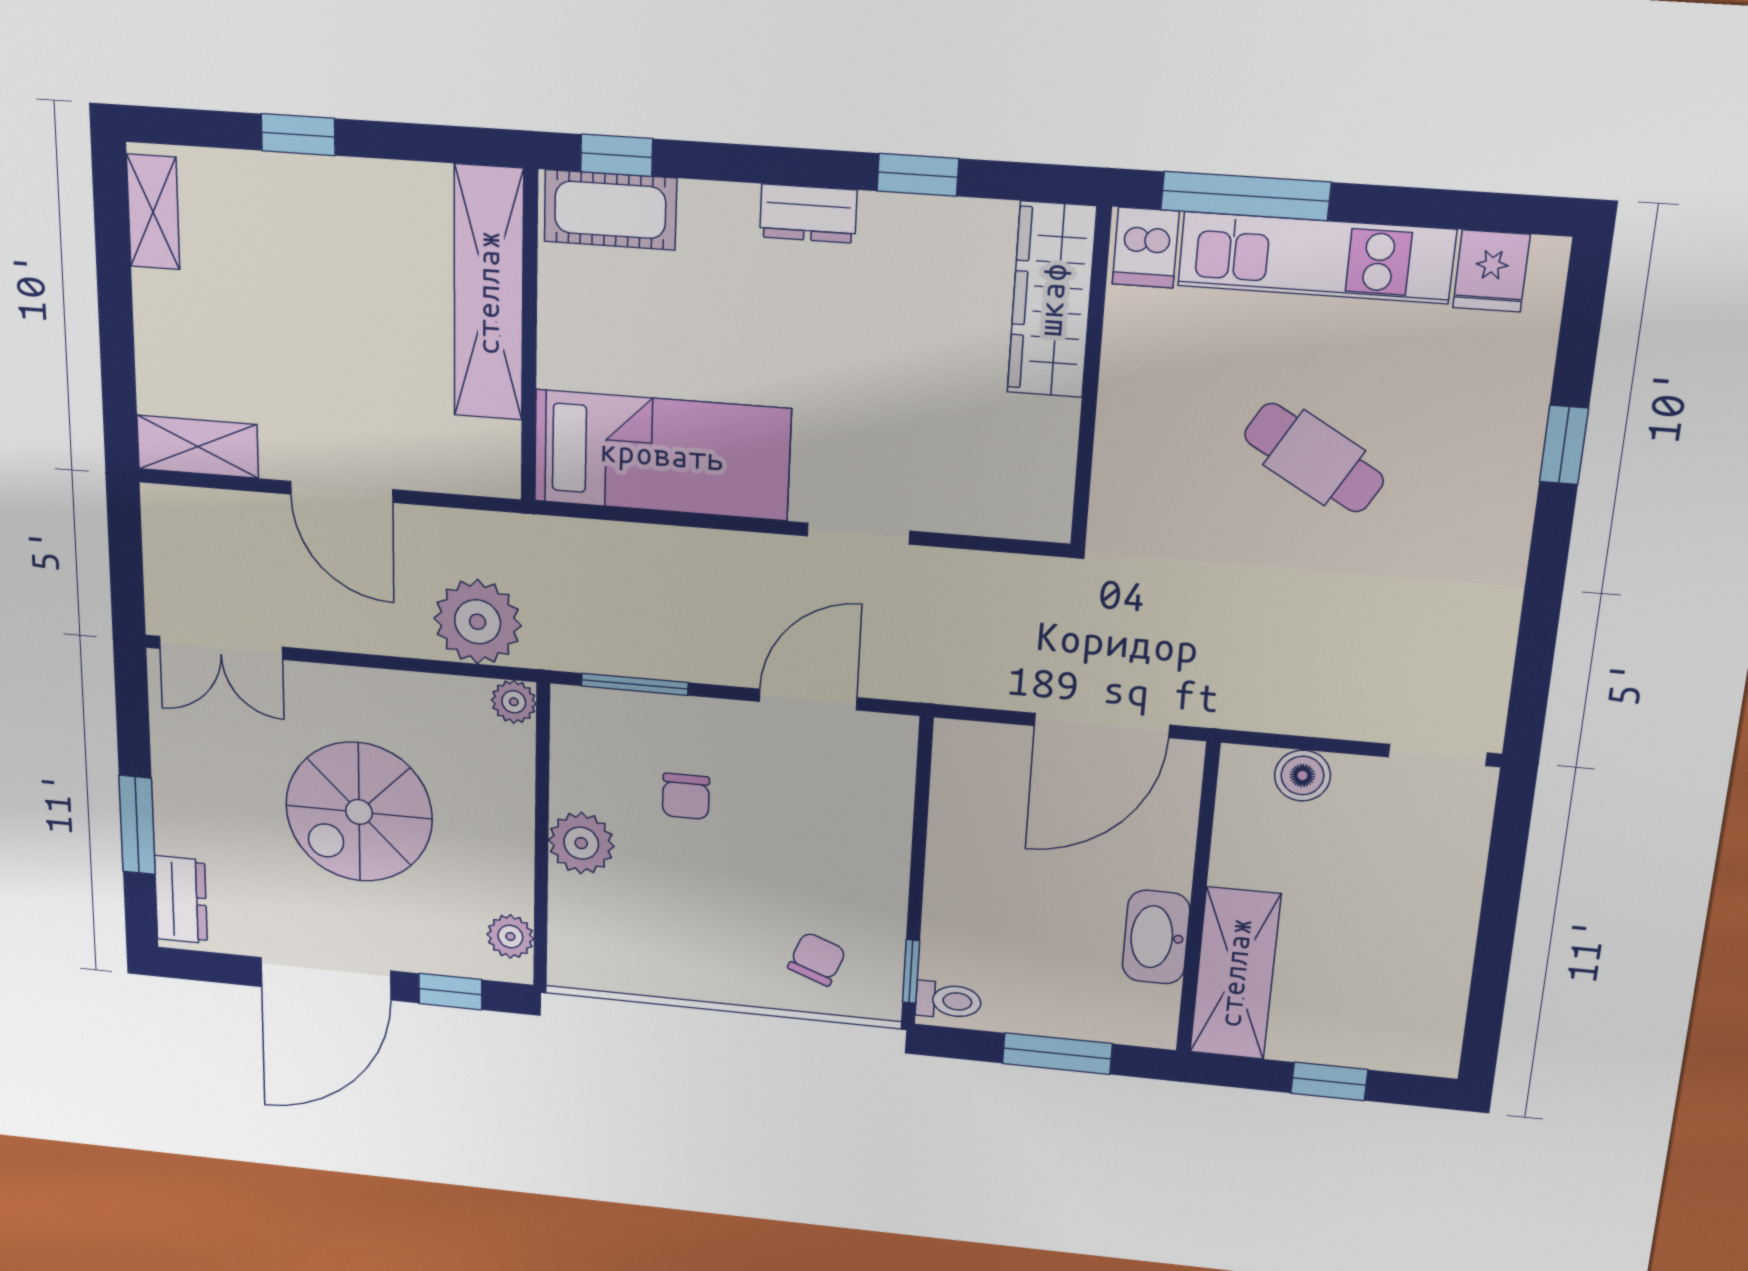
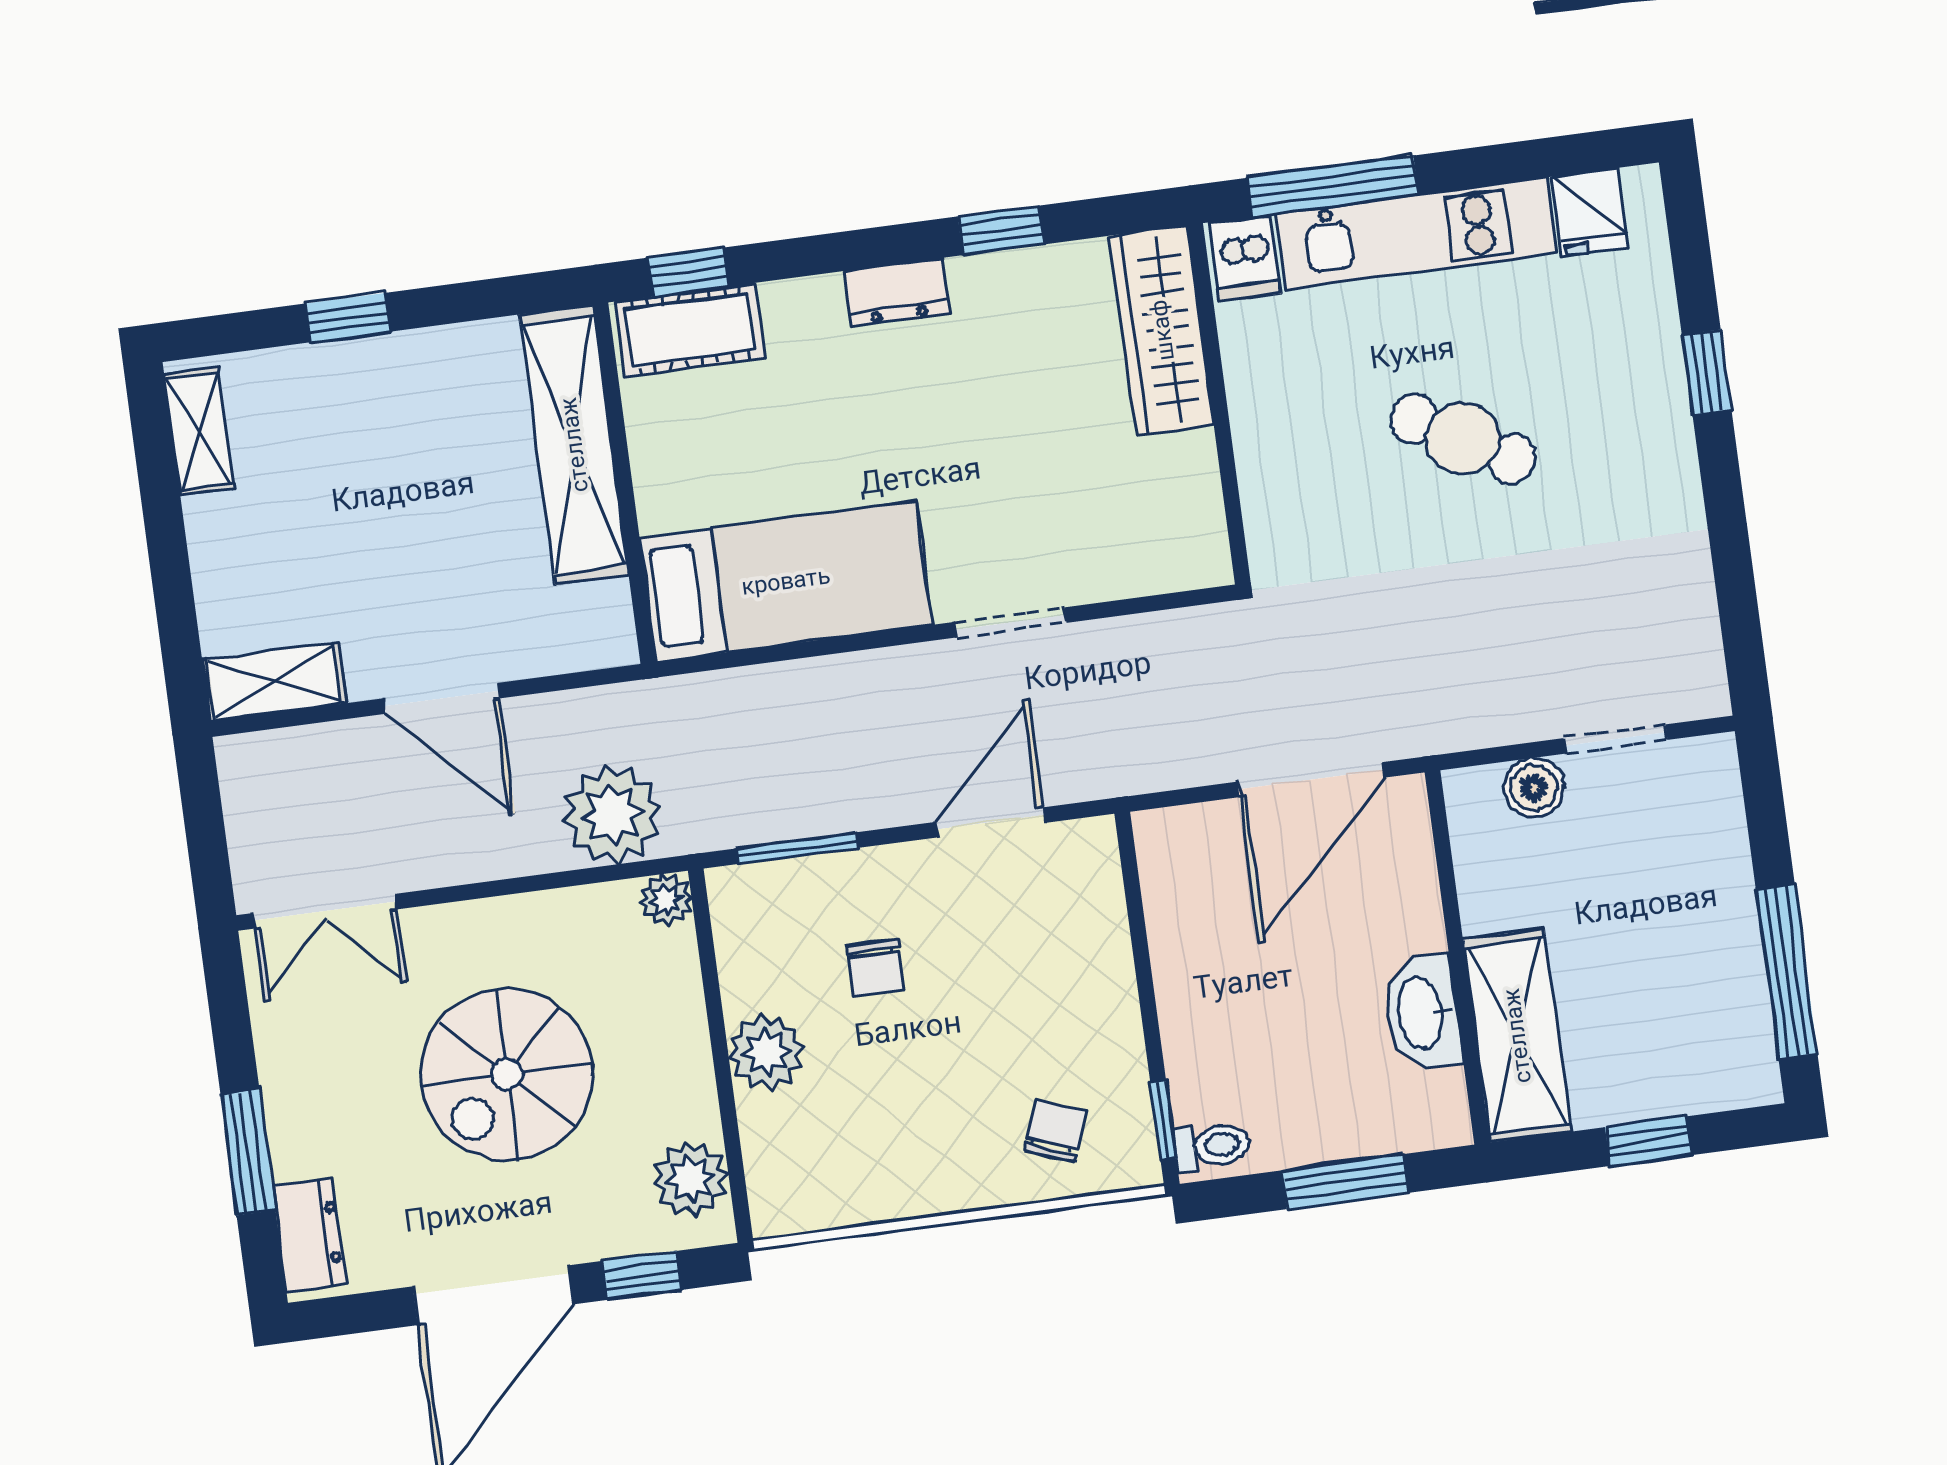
doorway: (1438, 755) -> (1615, 739), moved
plant: (510, 937) -> (691, 1179), width x1.38, depth x1.38
window: (1490, 975) -> (1787, 972), added

